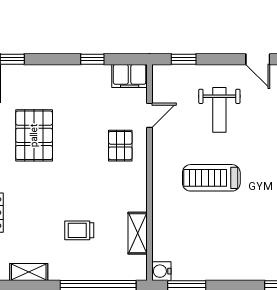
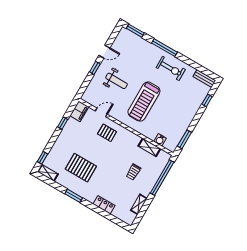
window: (184, 59) -> (95, 68), moved
door: (150, 115) -> (101, 113), hinge flipped
treadmill: (211, 178) -> (144, 102), width x1.37, depth x1.38
water cooler: (161, 271) -> (160, 140), moved

